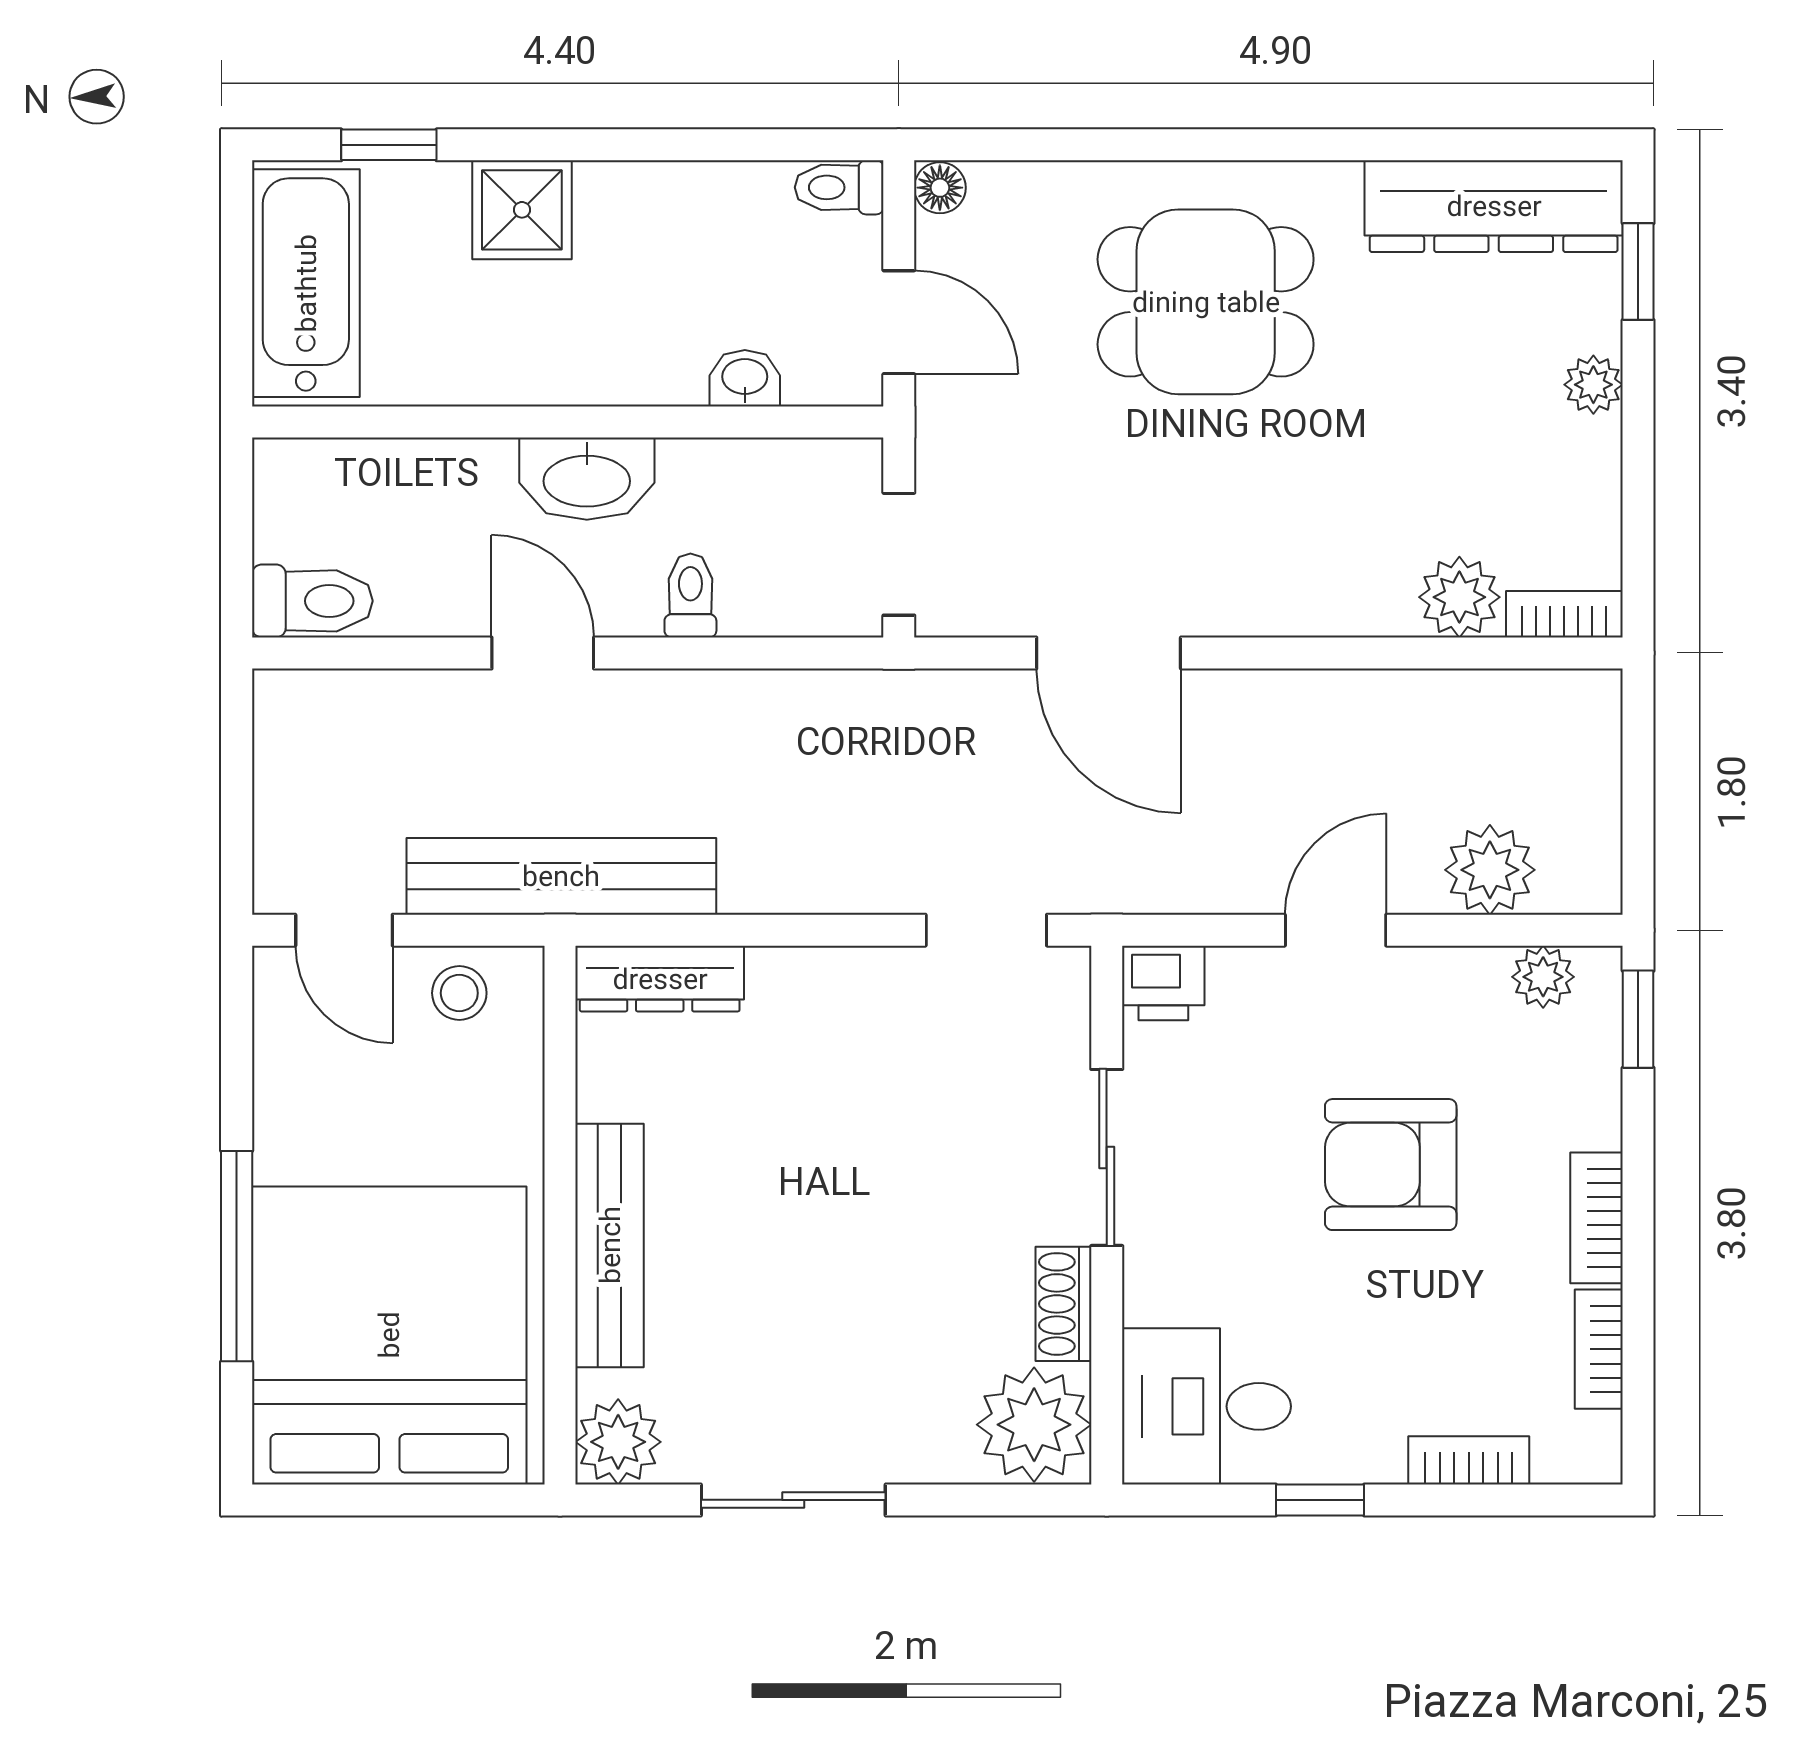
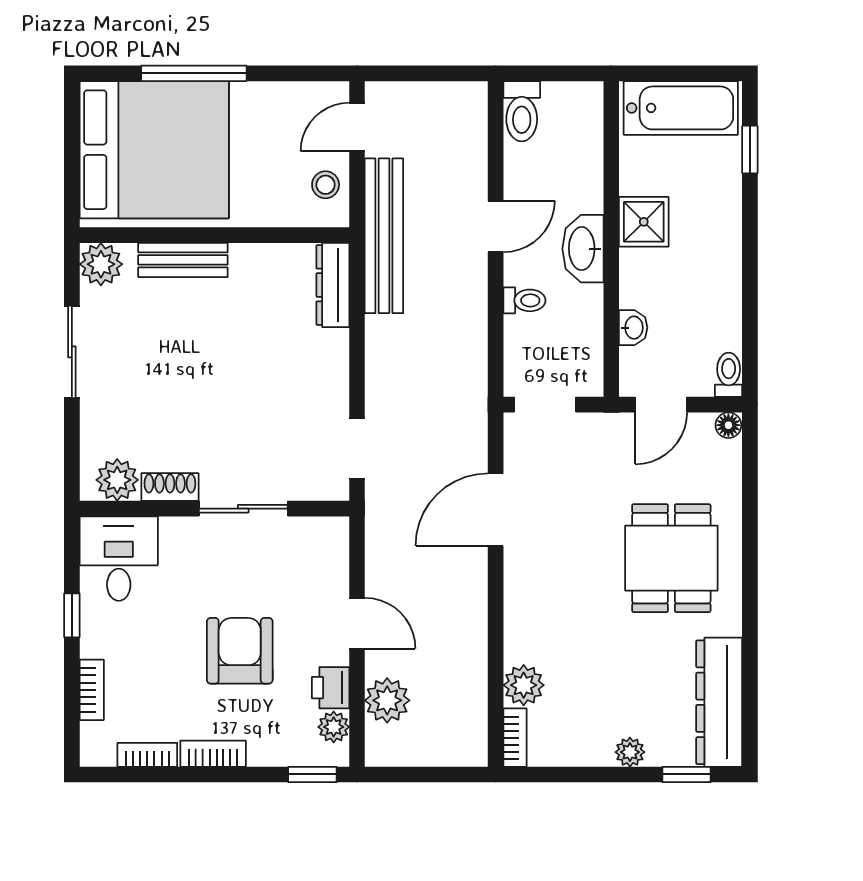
shower: (522, 210) -> (644, 222), moved
printer: (1163, 983) -> (331, 688), moved
bench: (610, 1245) -> (183, 260), width x0.73
plant: (1034, 1425) -> (117, 480), width x0.73, depth x0.73

